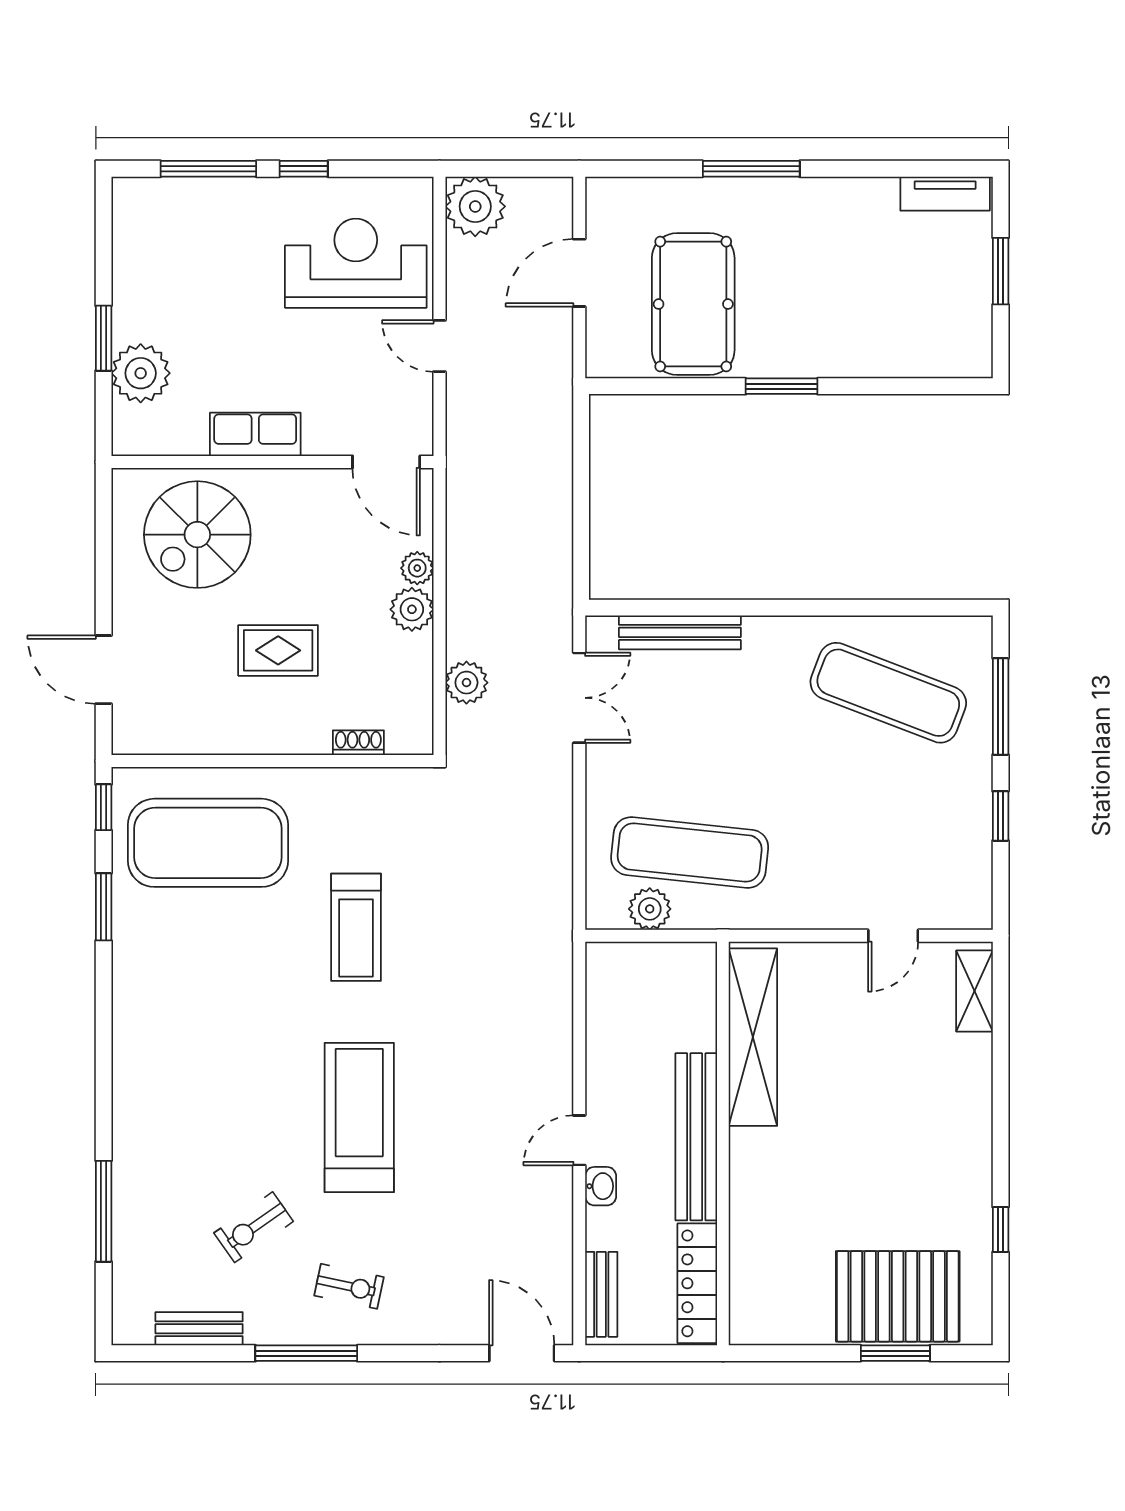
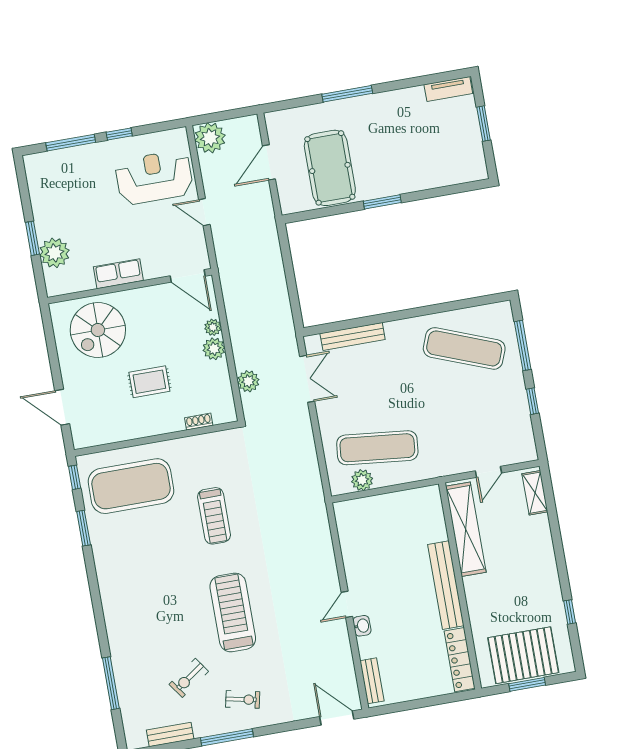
shelving: (753, 1037) -> (466, 529), moved
bench: (696, 1137) -> (446, 585), moved
wall: (723, 1143) -> (460, 586), moved
locker: (697, 1283) -> (459, 660), moved

